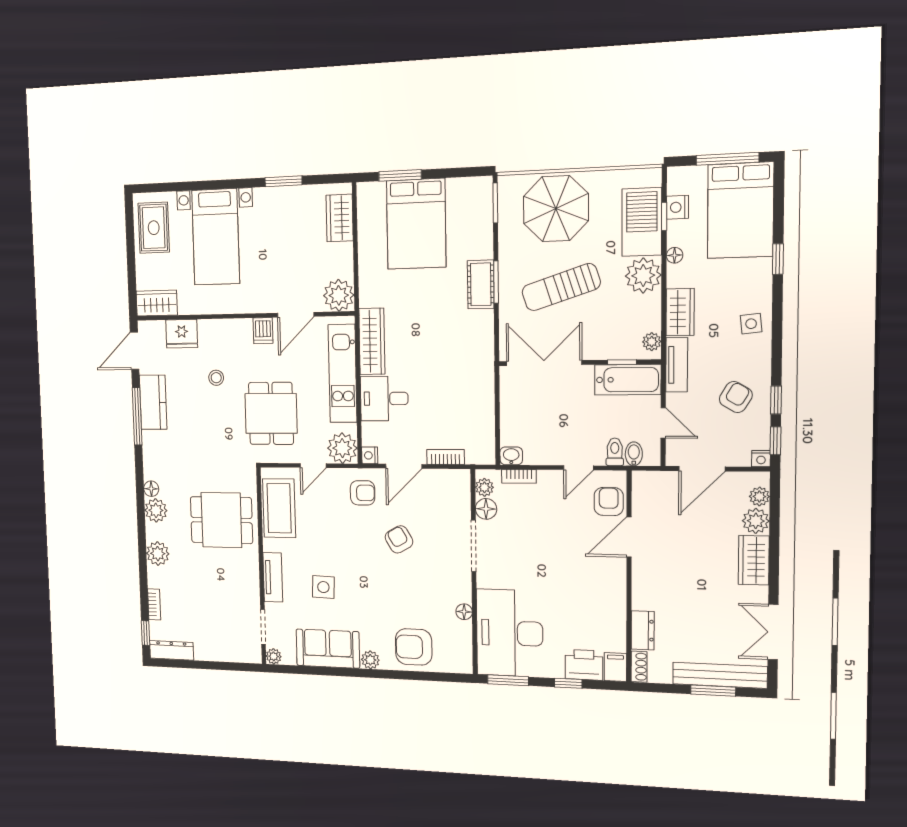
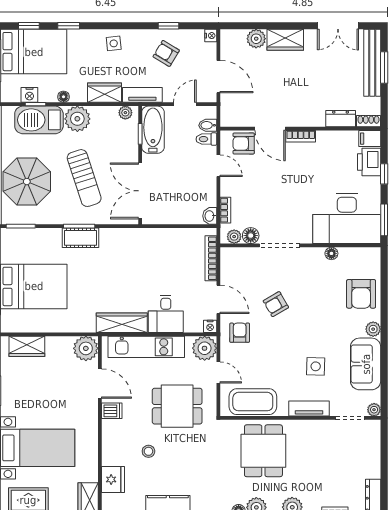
window: (775, 441) -> (29, 26), moved
bookcase: (446, 457) -> (211, 258), width x1.56
plant: (759, 496) -> (238, 36), removed
bookcase: (619, 577) -> (301, 136), added

